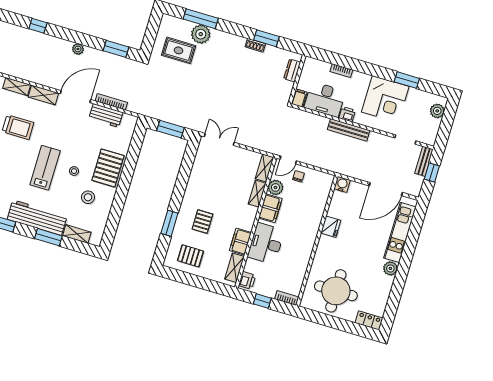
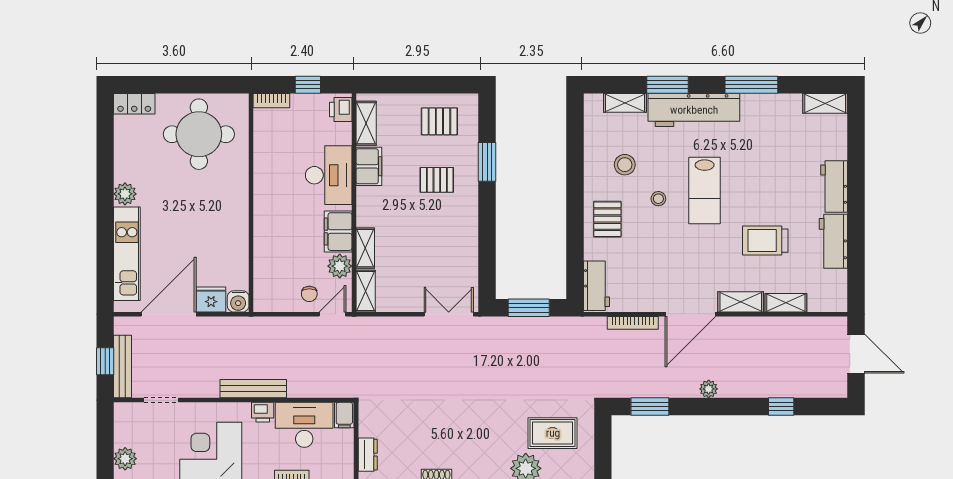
workbench: (106, 115) -> (596, 286), moved, turned 90
double door: (219, 139) -> (449, 314), swing flipped
bench: (424, 161) -> (122, 367), width x1.36
pallet: (108, 168) -> (607, 219), width x0.67, depth x0.71
pallet: (202, 222) -> (437, 180), turned 90
fridge: (331, 227) -> (211, 300), moved, turned 90

